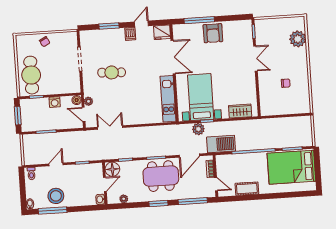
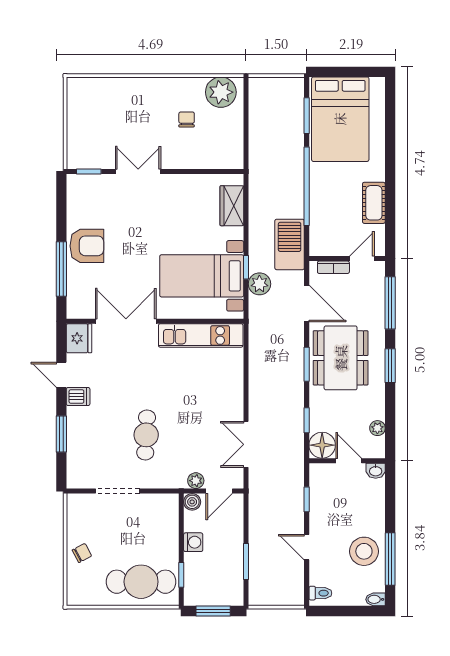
plant: (298, 39) -> (221, 92), moved

